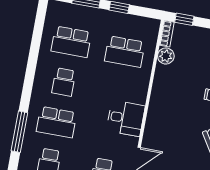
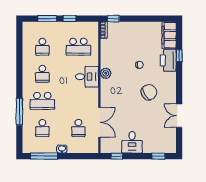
school desk: (71, 42) -> (42, 47), width x0.54
plant: (166, 56) -> (106, 73), moved
desk: (126, 118) -> (87, 77), moved

